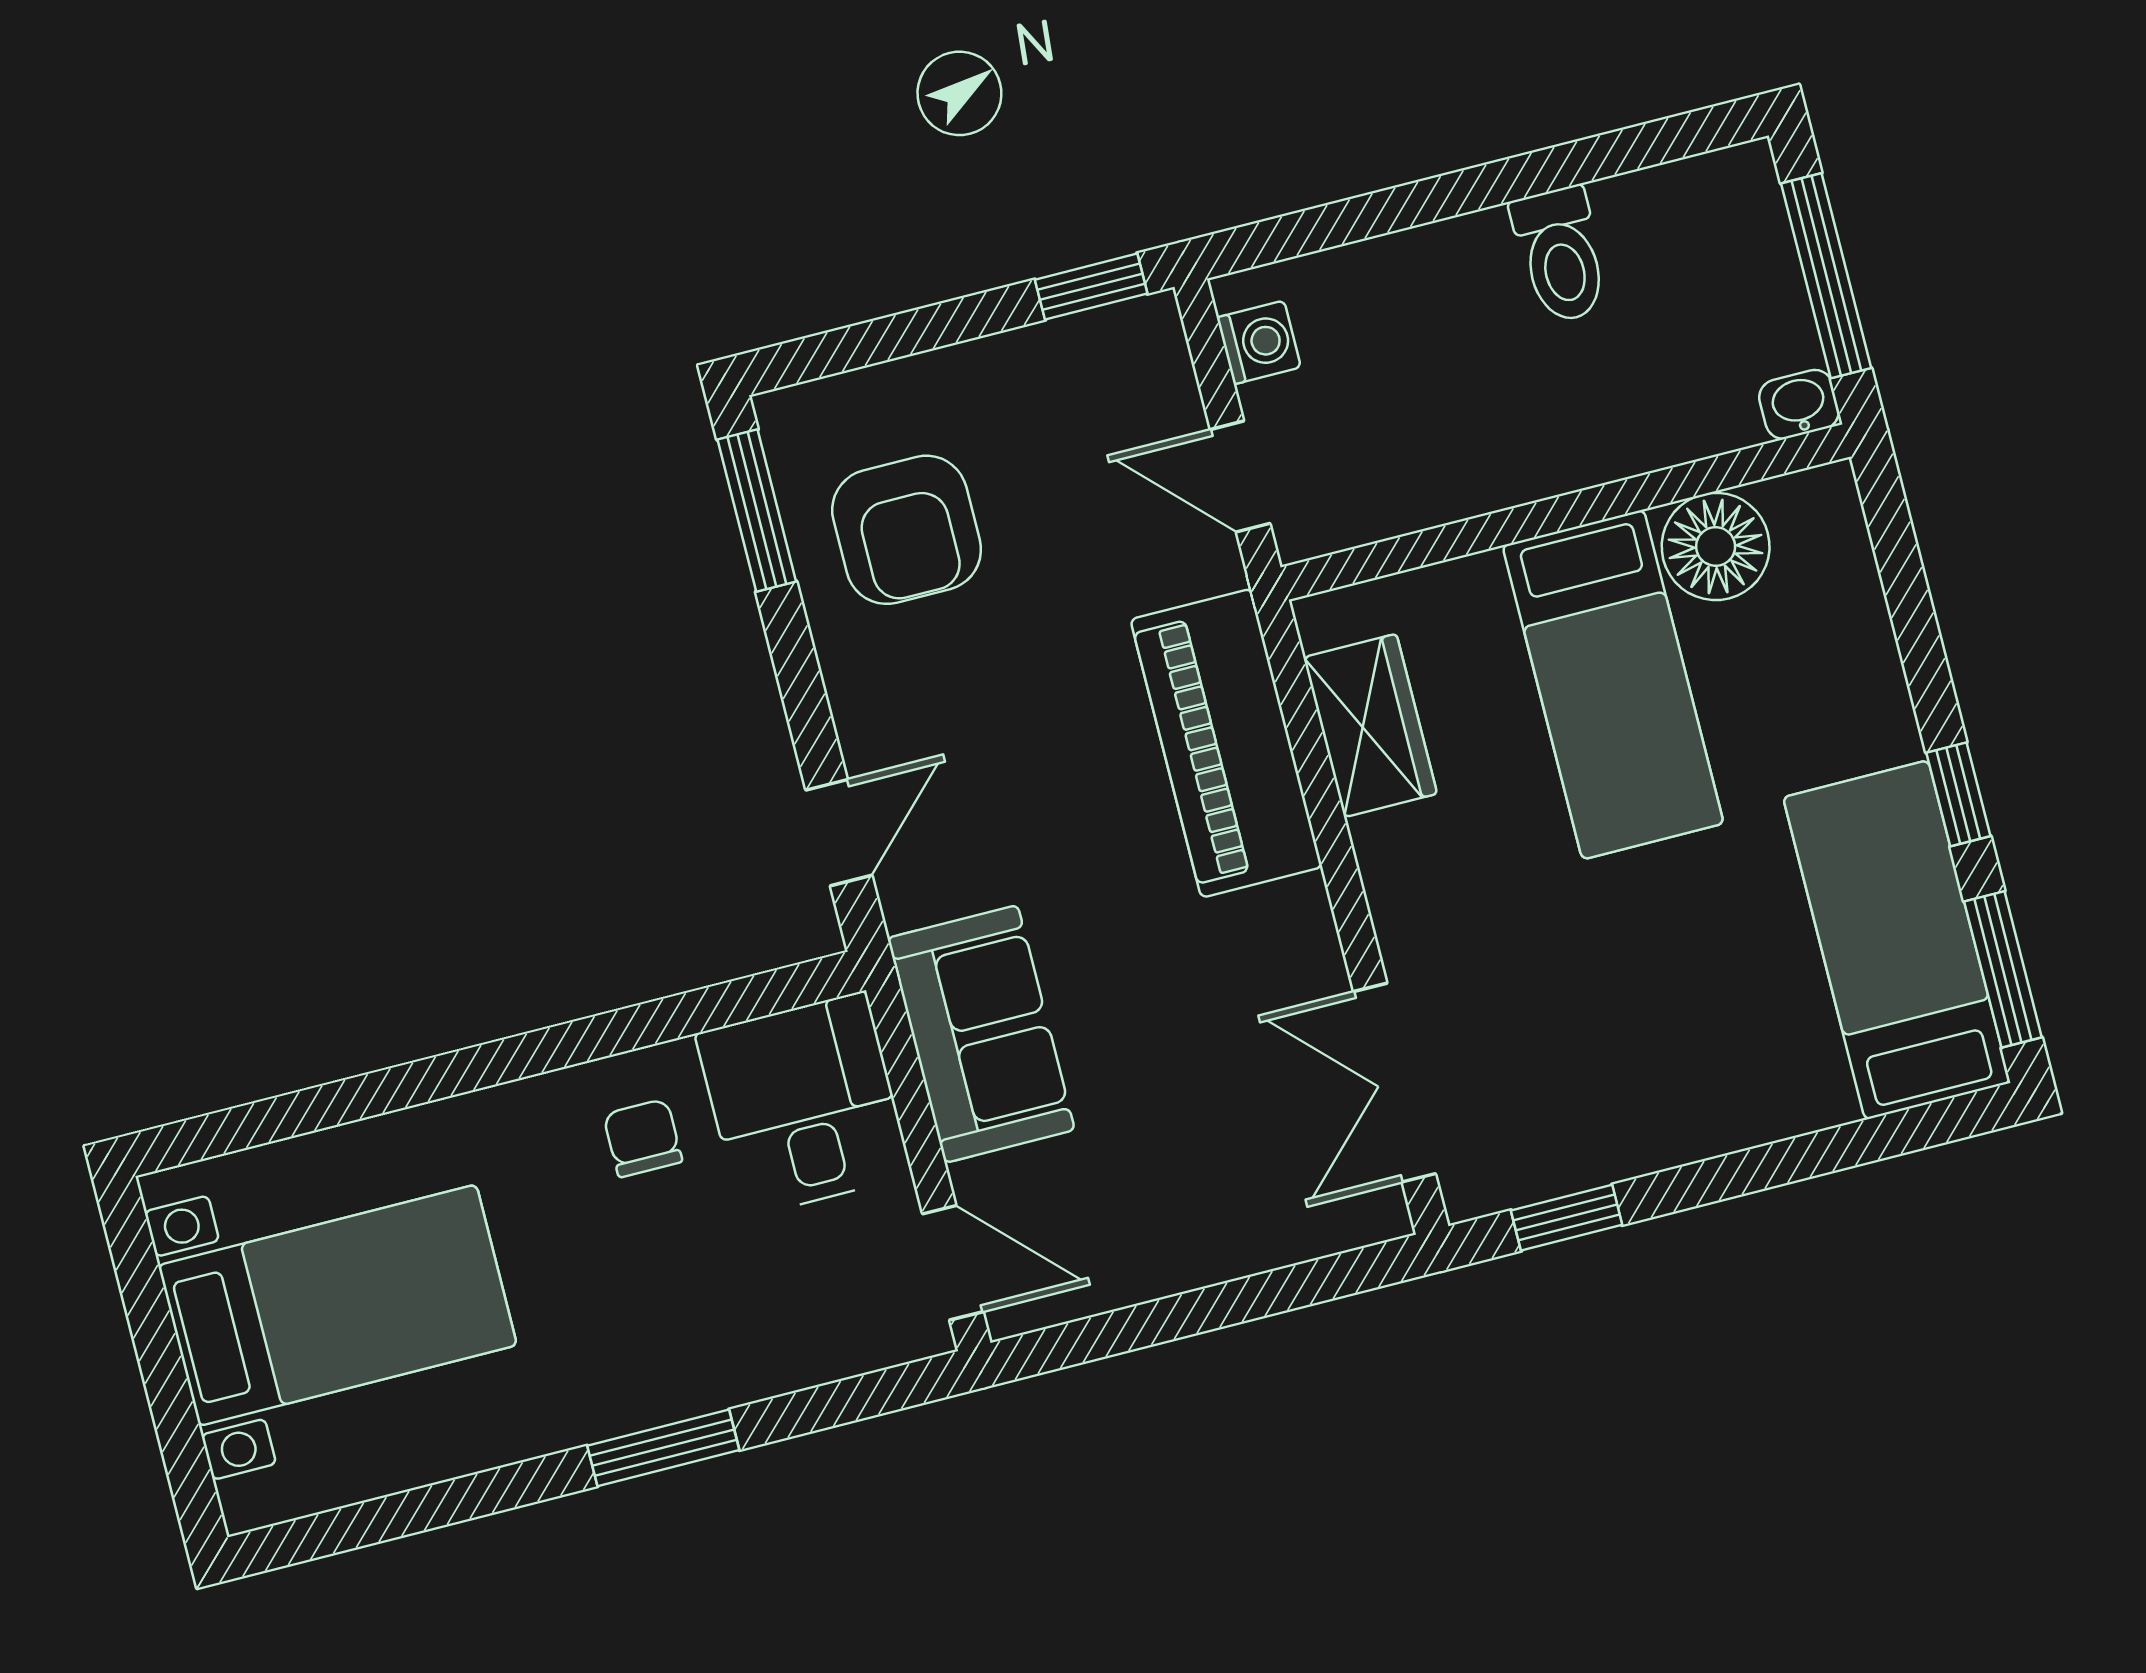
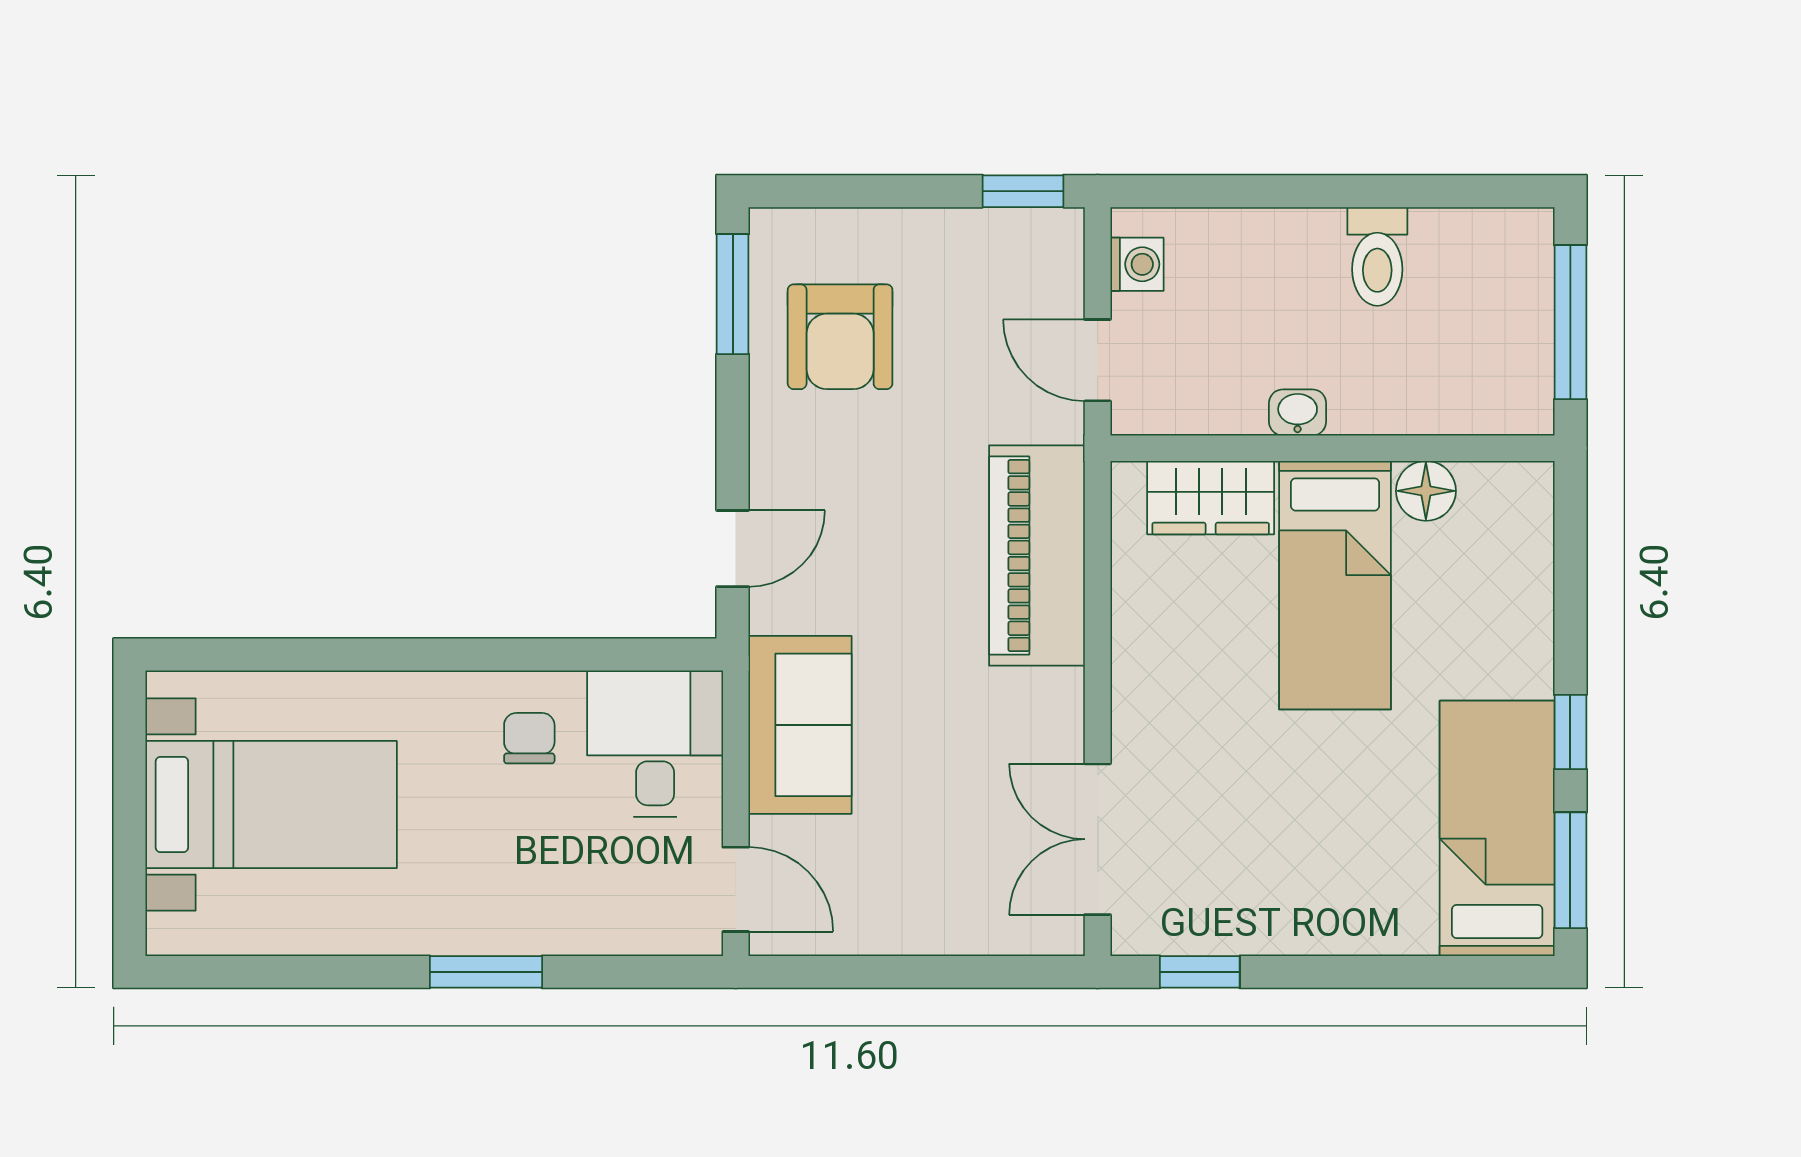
washbasin: (1799, 404) -> (1298, 412), moved
floor lamp: (1716, 546) -> (1426, 491), width x0.73, depth x0.73
wardrobe: (1370, 726) -> (1211, 498), moved, turned 90

